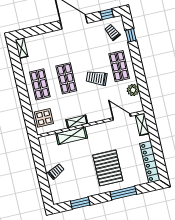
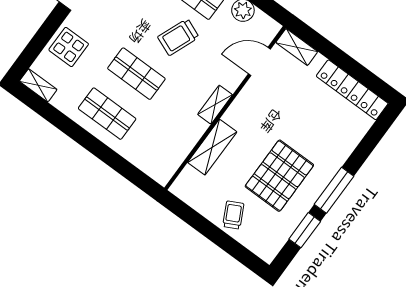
display table: (44, 118) -> (69, 47), moved
shelving: (77, 122) -> (215, 105), moved
pallet: (108, 168) -> (279, 176), moved, turned 90
window: (123, 193) -> (334, 190), moved

